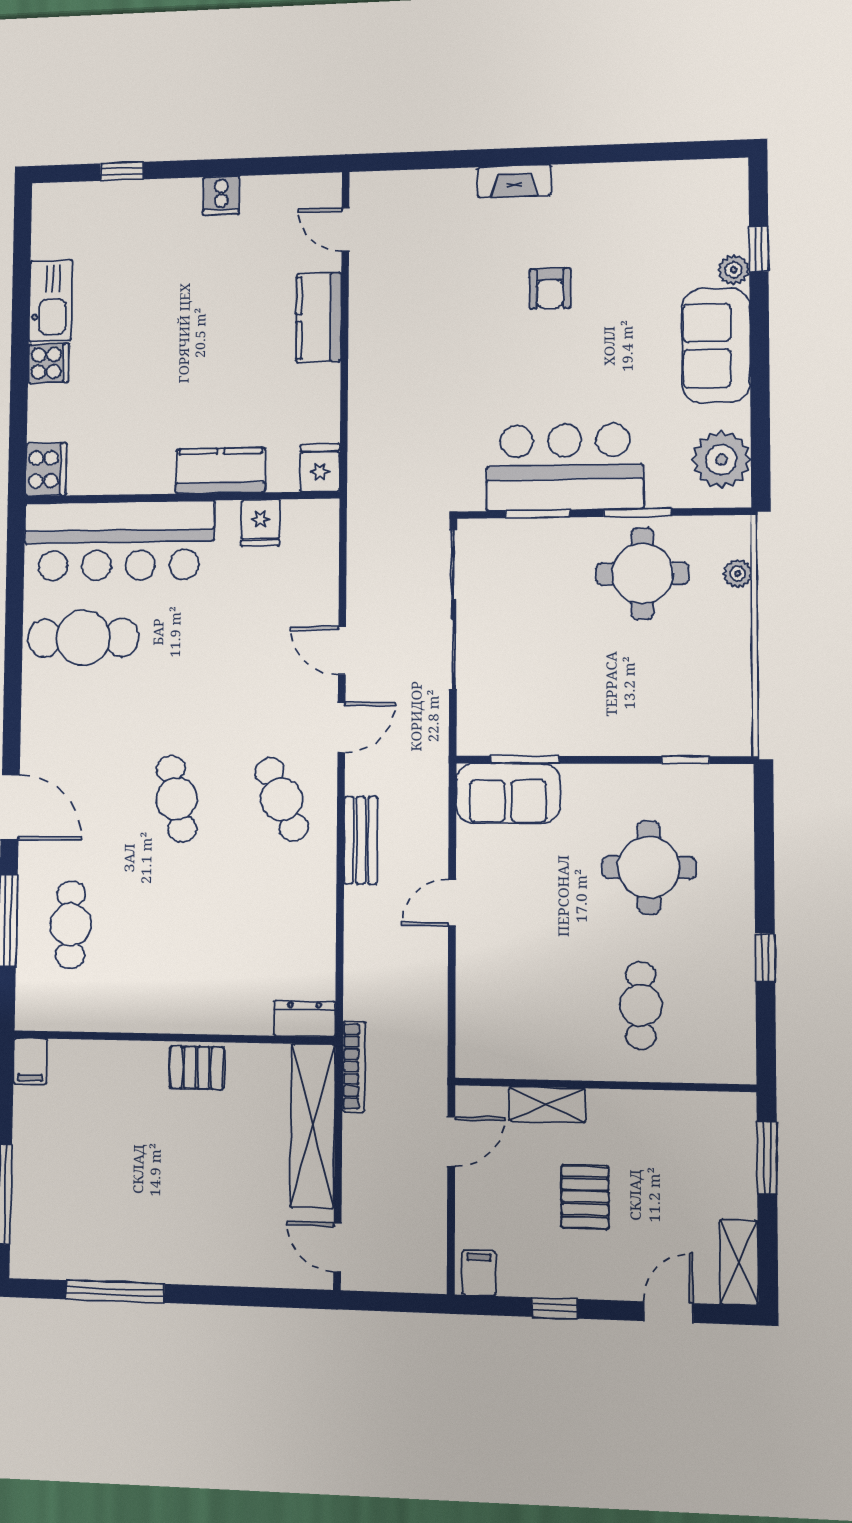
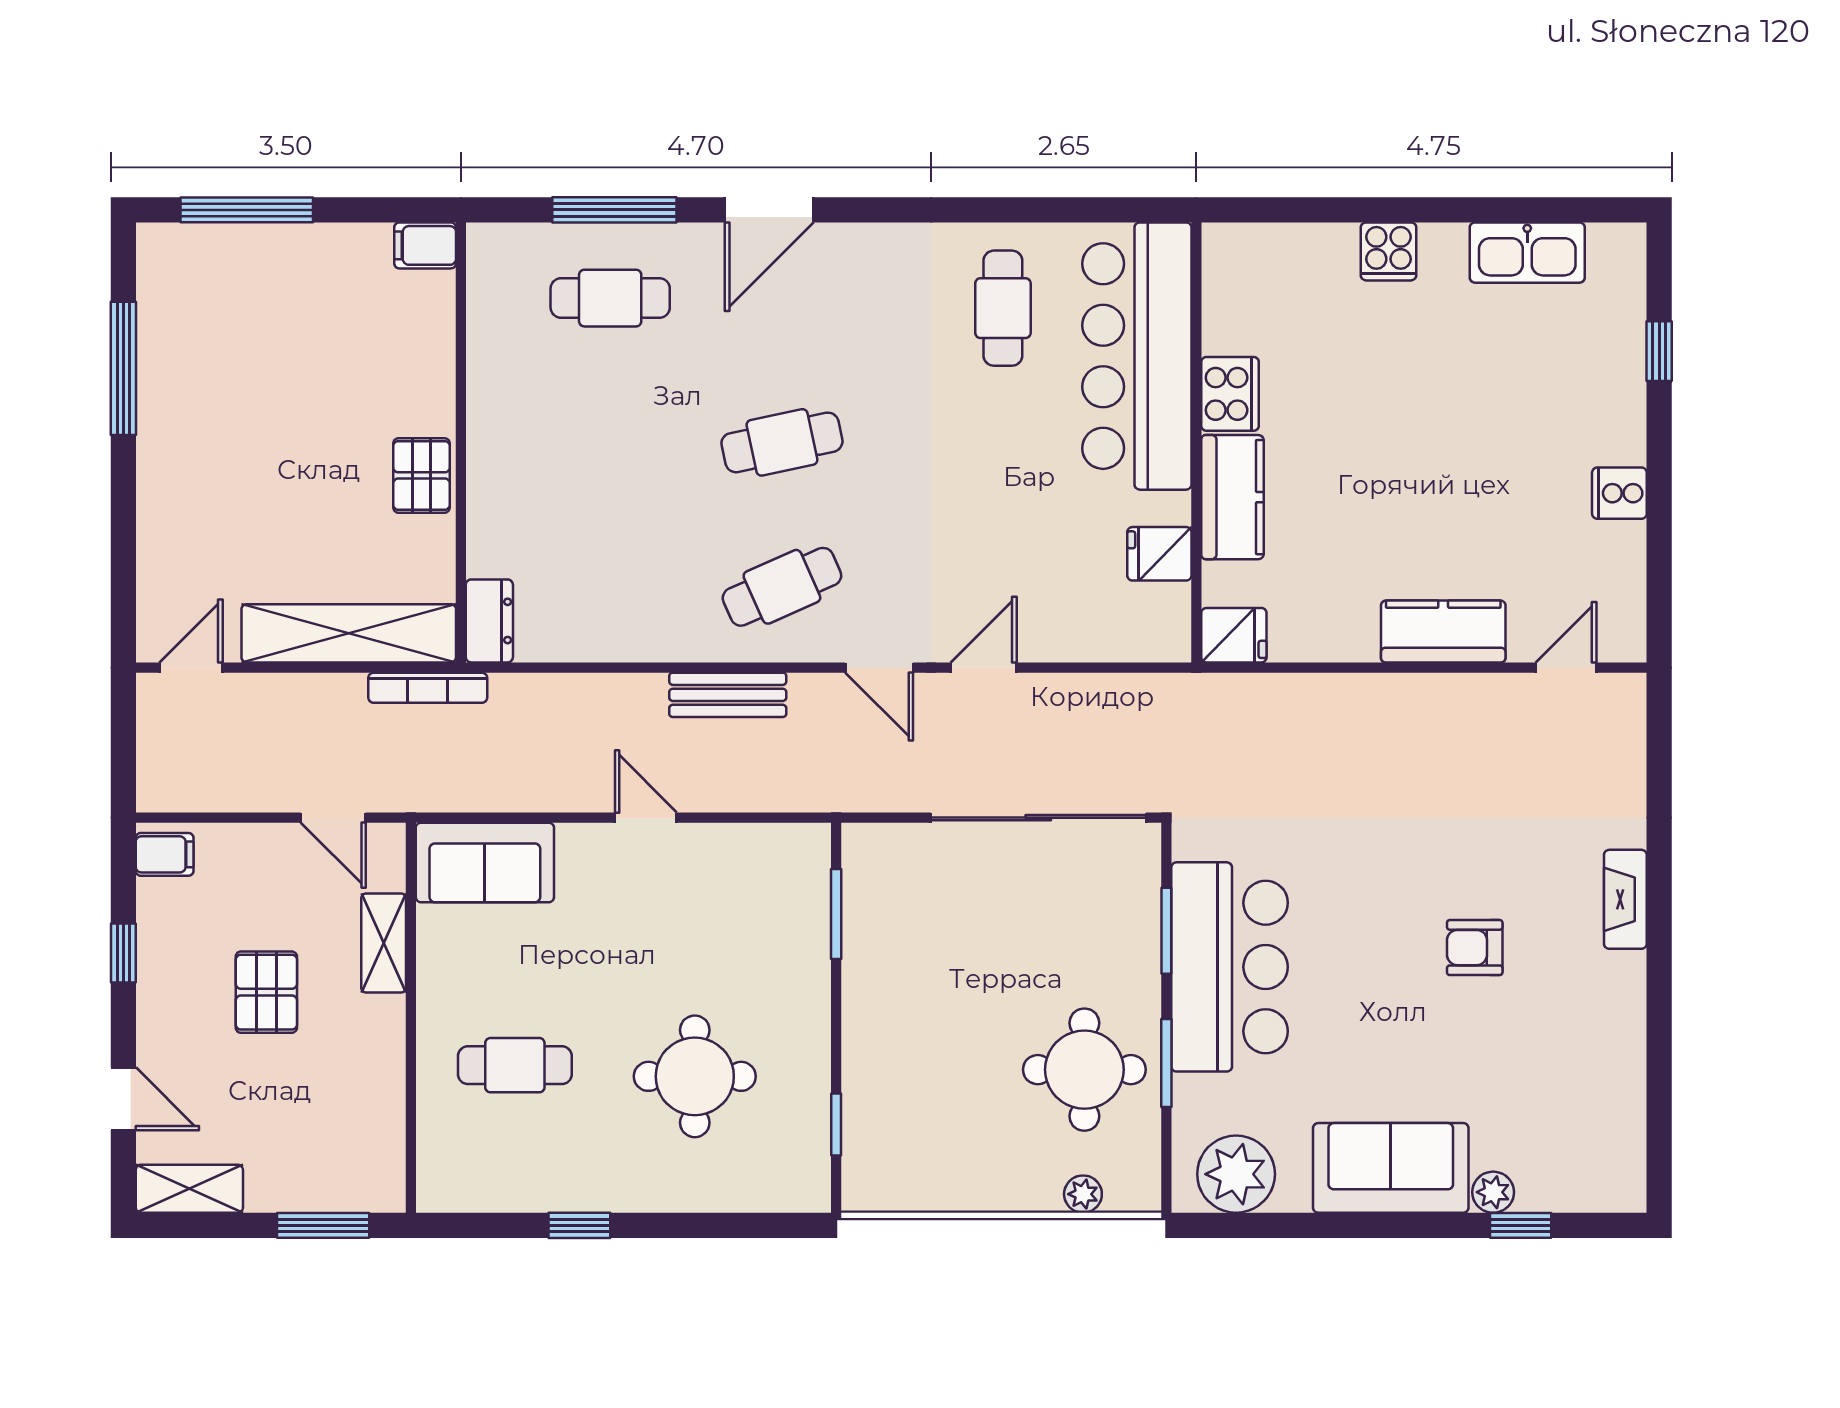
kitchen sink: (51, 301) -> (1527, 253), moved
cooker: (46, 469) -> (1230, 394), moved, turned -90
cafe table: (83, 638) -> (1003, 308), width x0.73, depth x0.74
sofa: (508, 793) -> (485, 862), moved, turned -90
pallet: (585, 1197) -> (266, 992), turned 90

